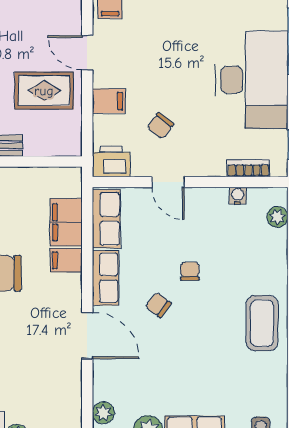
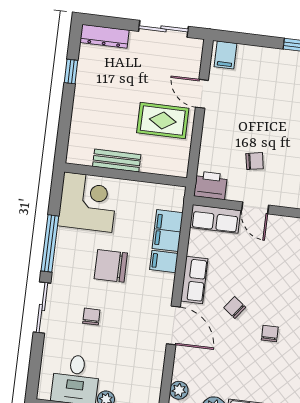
filing cabinet: (109, 101) -> (215, 136), removed
chair: (160, 126) -> (255, 161), turned -137
row of seats: (106, 219) -> (215, 219), moved, turned 90
chair: (190, 271) -> (270, 334), moved

